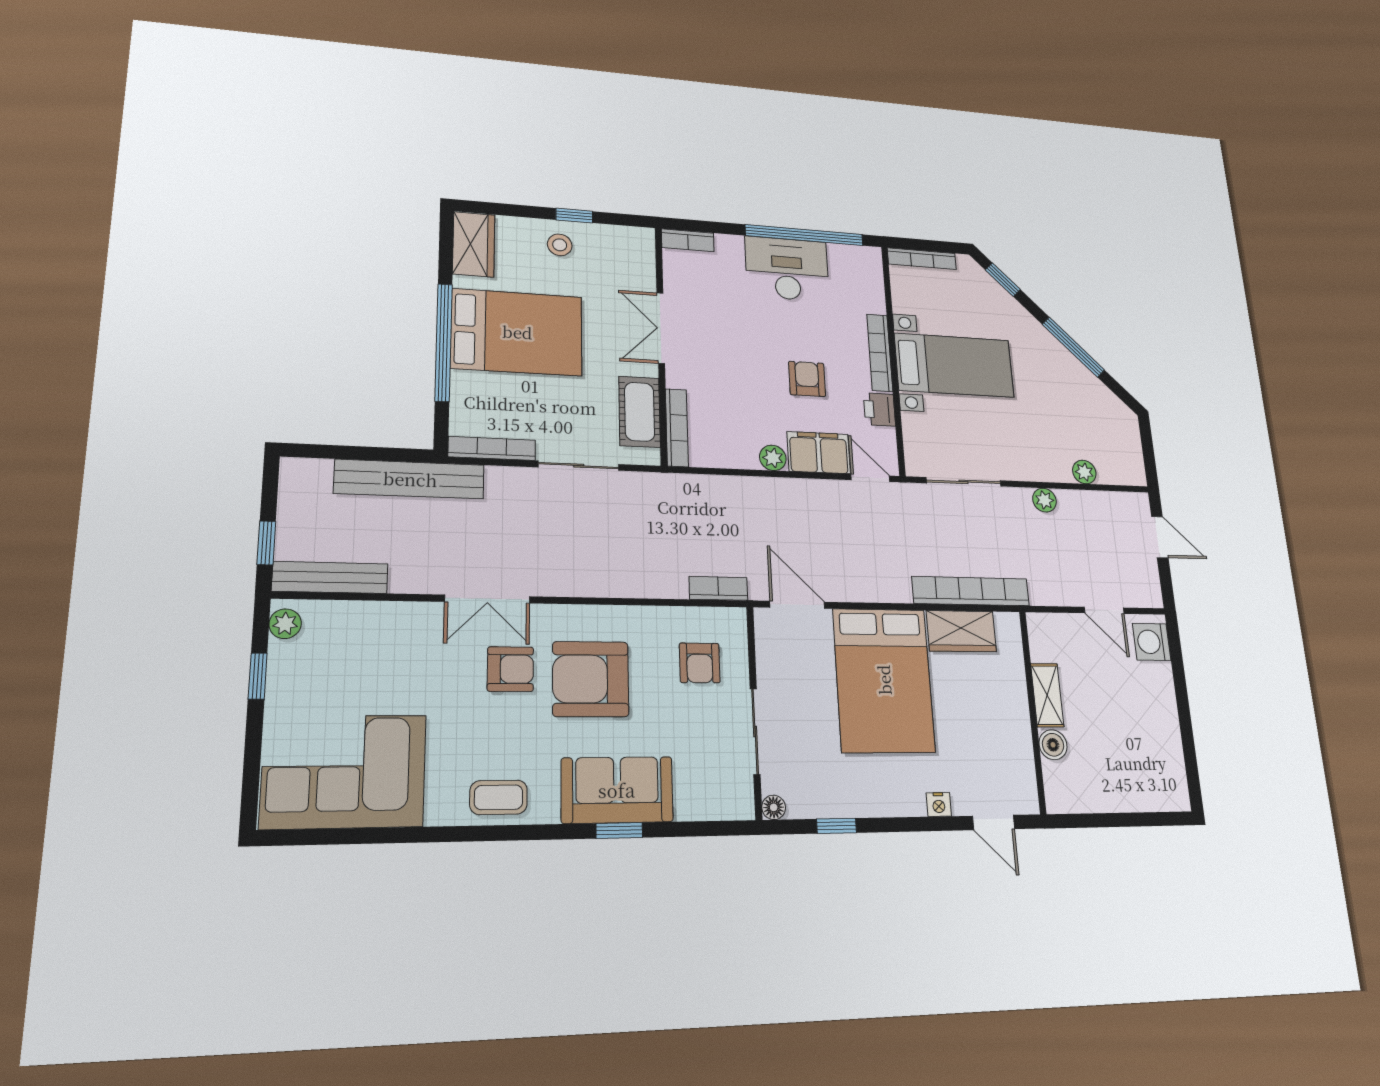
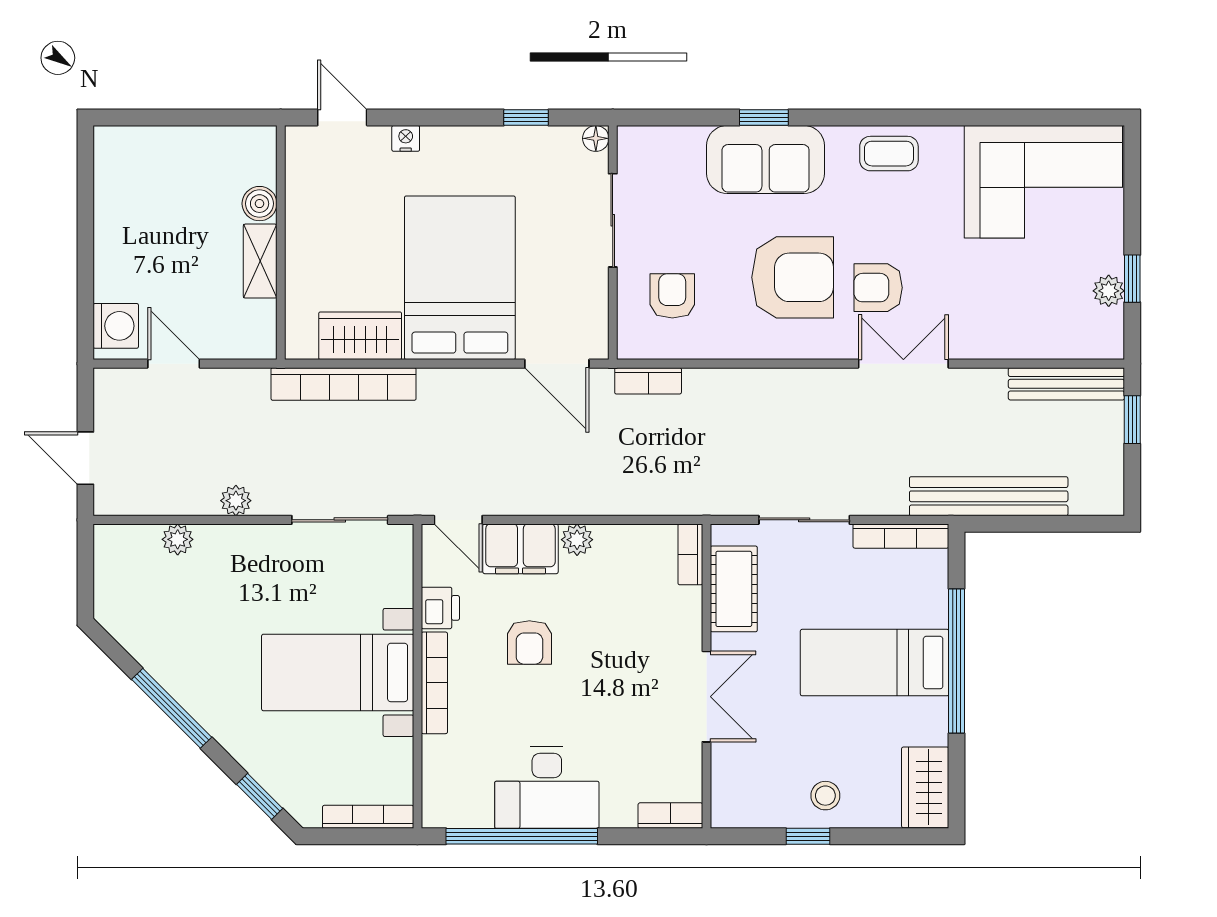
bed: (517, 332) -> (875, 663), width x0.67
bookcase: (677, 428) -> (690, 554), width x0.64
plant: (285, 624) -> (1109, 291), moved

